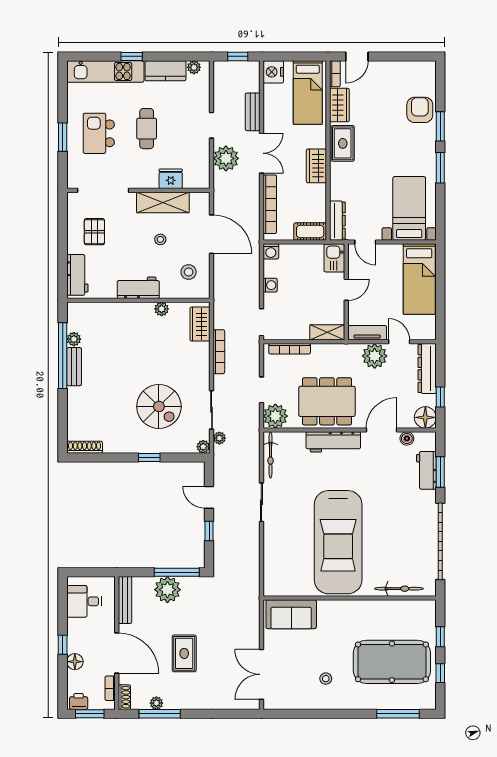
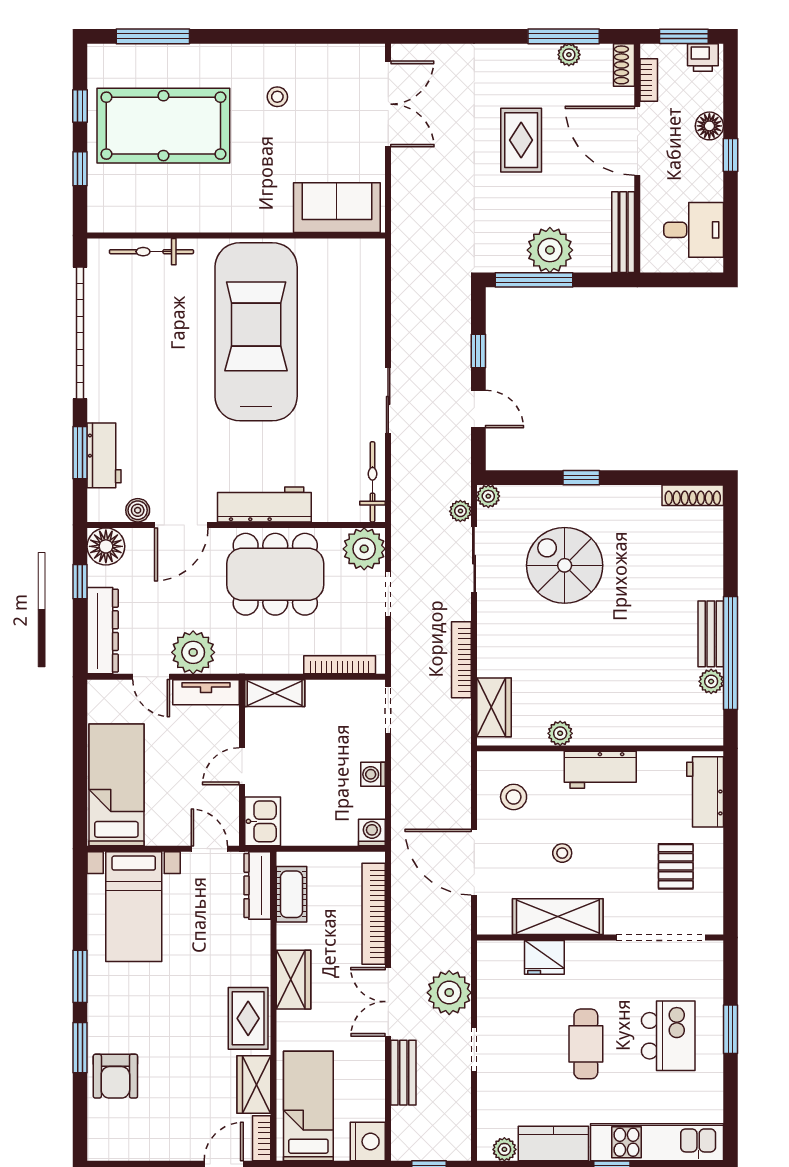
cot: (310, 231) -> (292, 894), moved, turned 90

